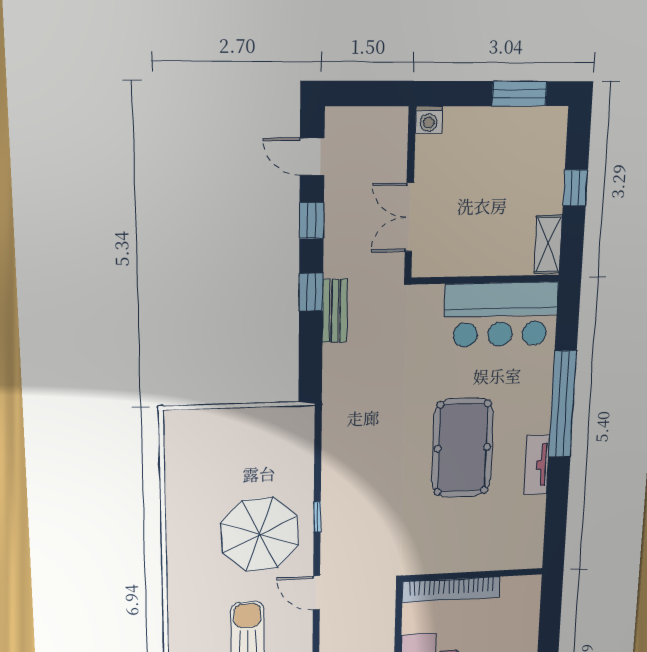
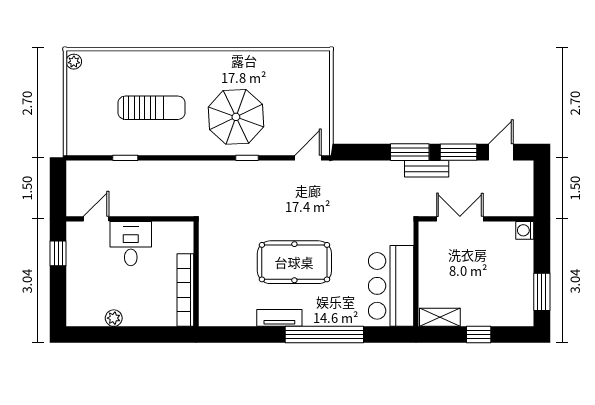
window: (312, 221) -> (459, 152), width x1.50
window: (311, 292) -> (410, 152), width x1.50
bench: (335, 311) -> (427, 169), moved
bookcase: (451, 590) -> (185, 290), moved
door: (316, 593) -> (308, 158), moved

